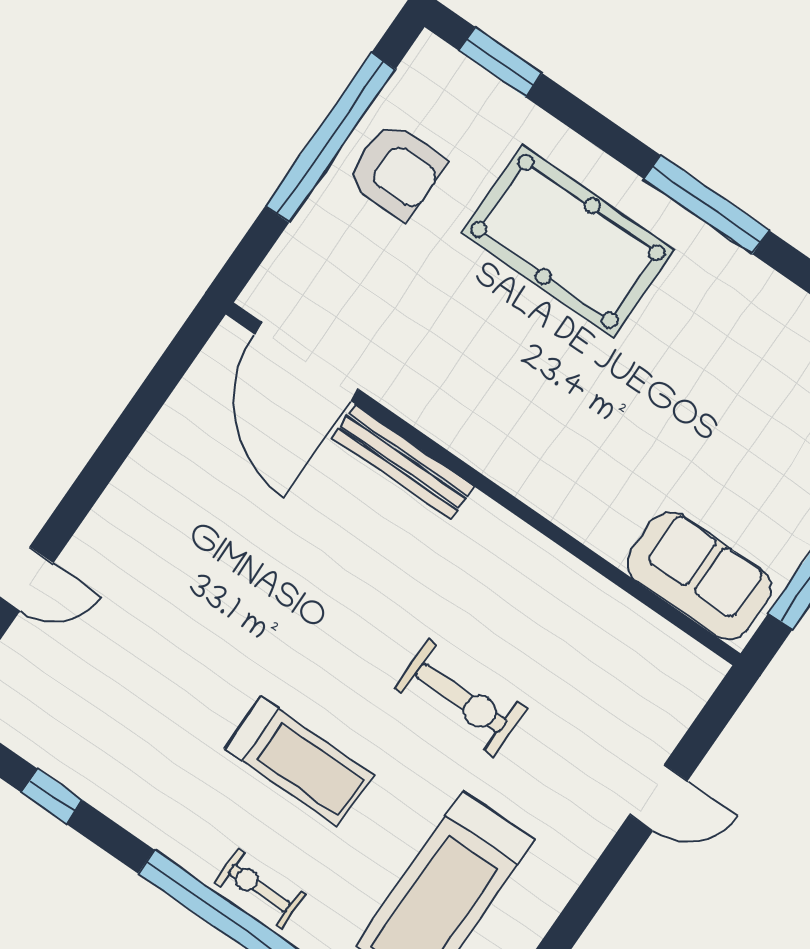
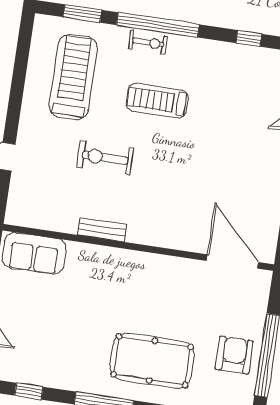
armchair: (396, 171) -> (234, 355), turned 90
bench: (403, 462) -> (102, 230), moved, width x0.73

